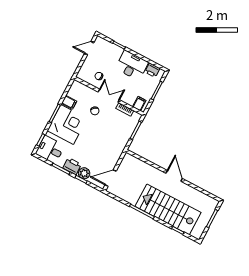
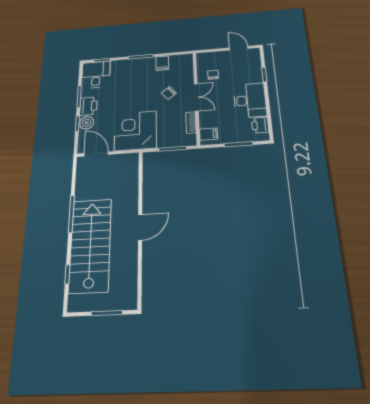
corner desk: (67, 124) -> (136, 131), moved, turned 180

